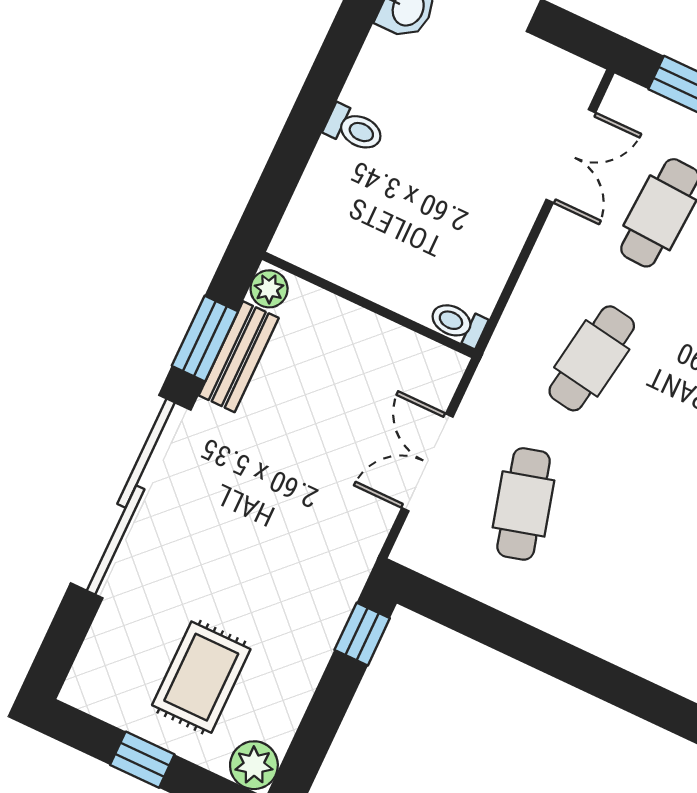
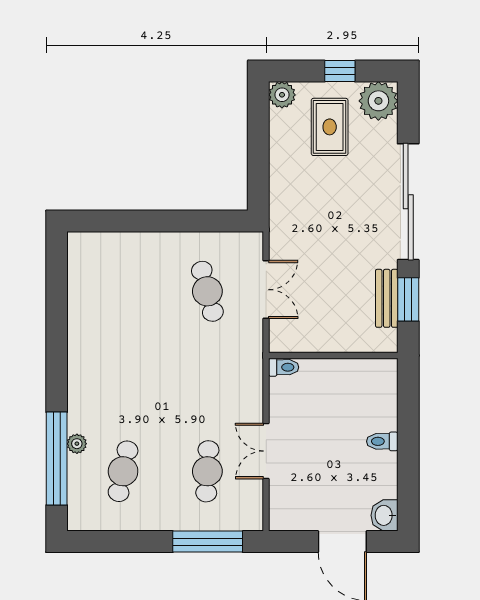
double door: (571, 156) -> (266, 451), moved
plant: (269, 289) -> (378, 101), moved, width x1.87, depth x1.87
cafe table: (592, 358) -> (207, 381), removed
window: (362, 634) -> (258, 187), removed

